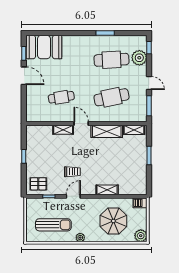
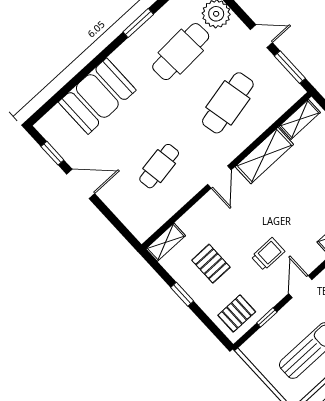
booth: (44, 47) -> (97, 96), moved
door: (81, 124) -> (219, 177), swing flipped
shelving: (63, 130) -> (166, 242), moved
pallet: (46, 155) -> (211, 264), added

